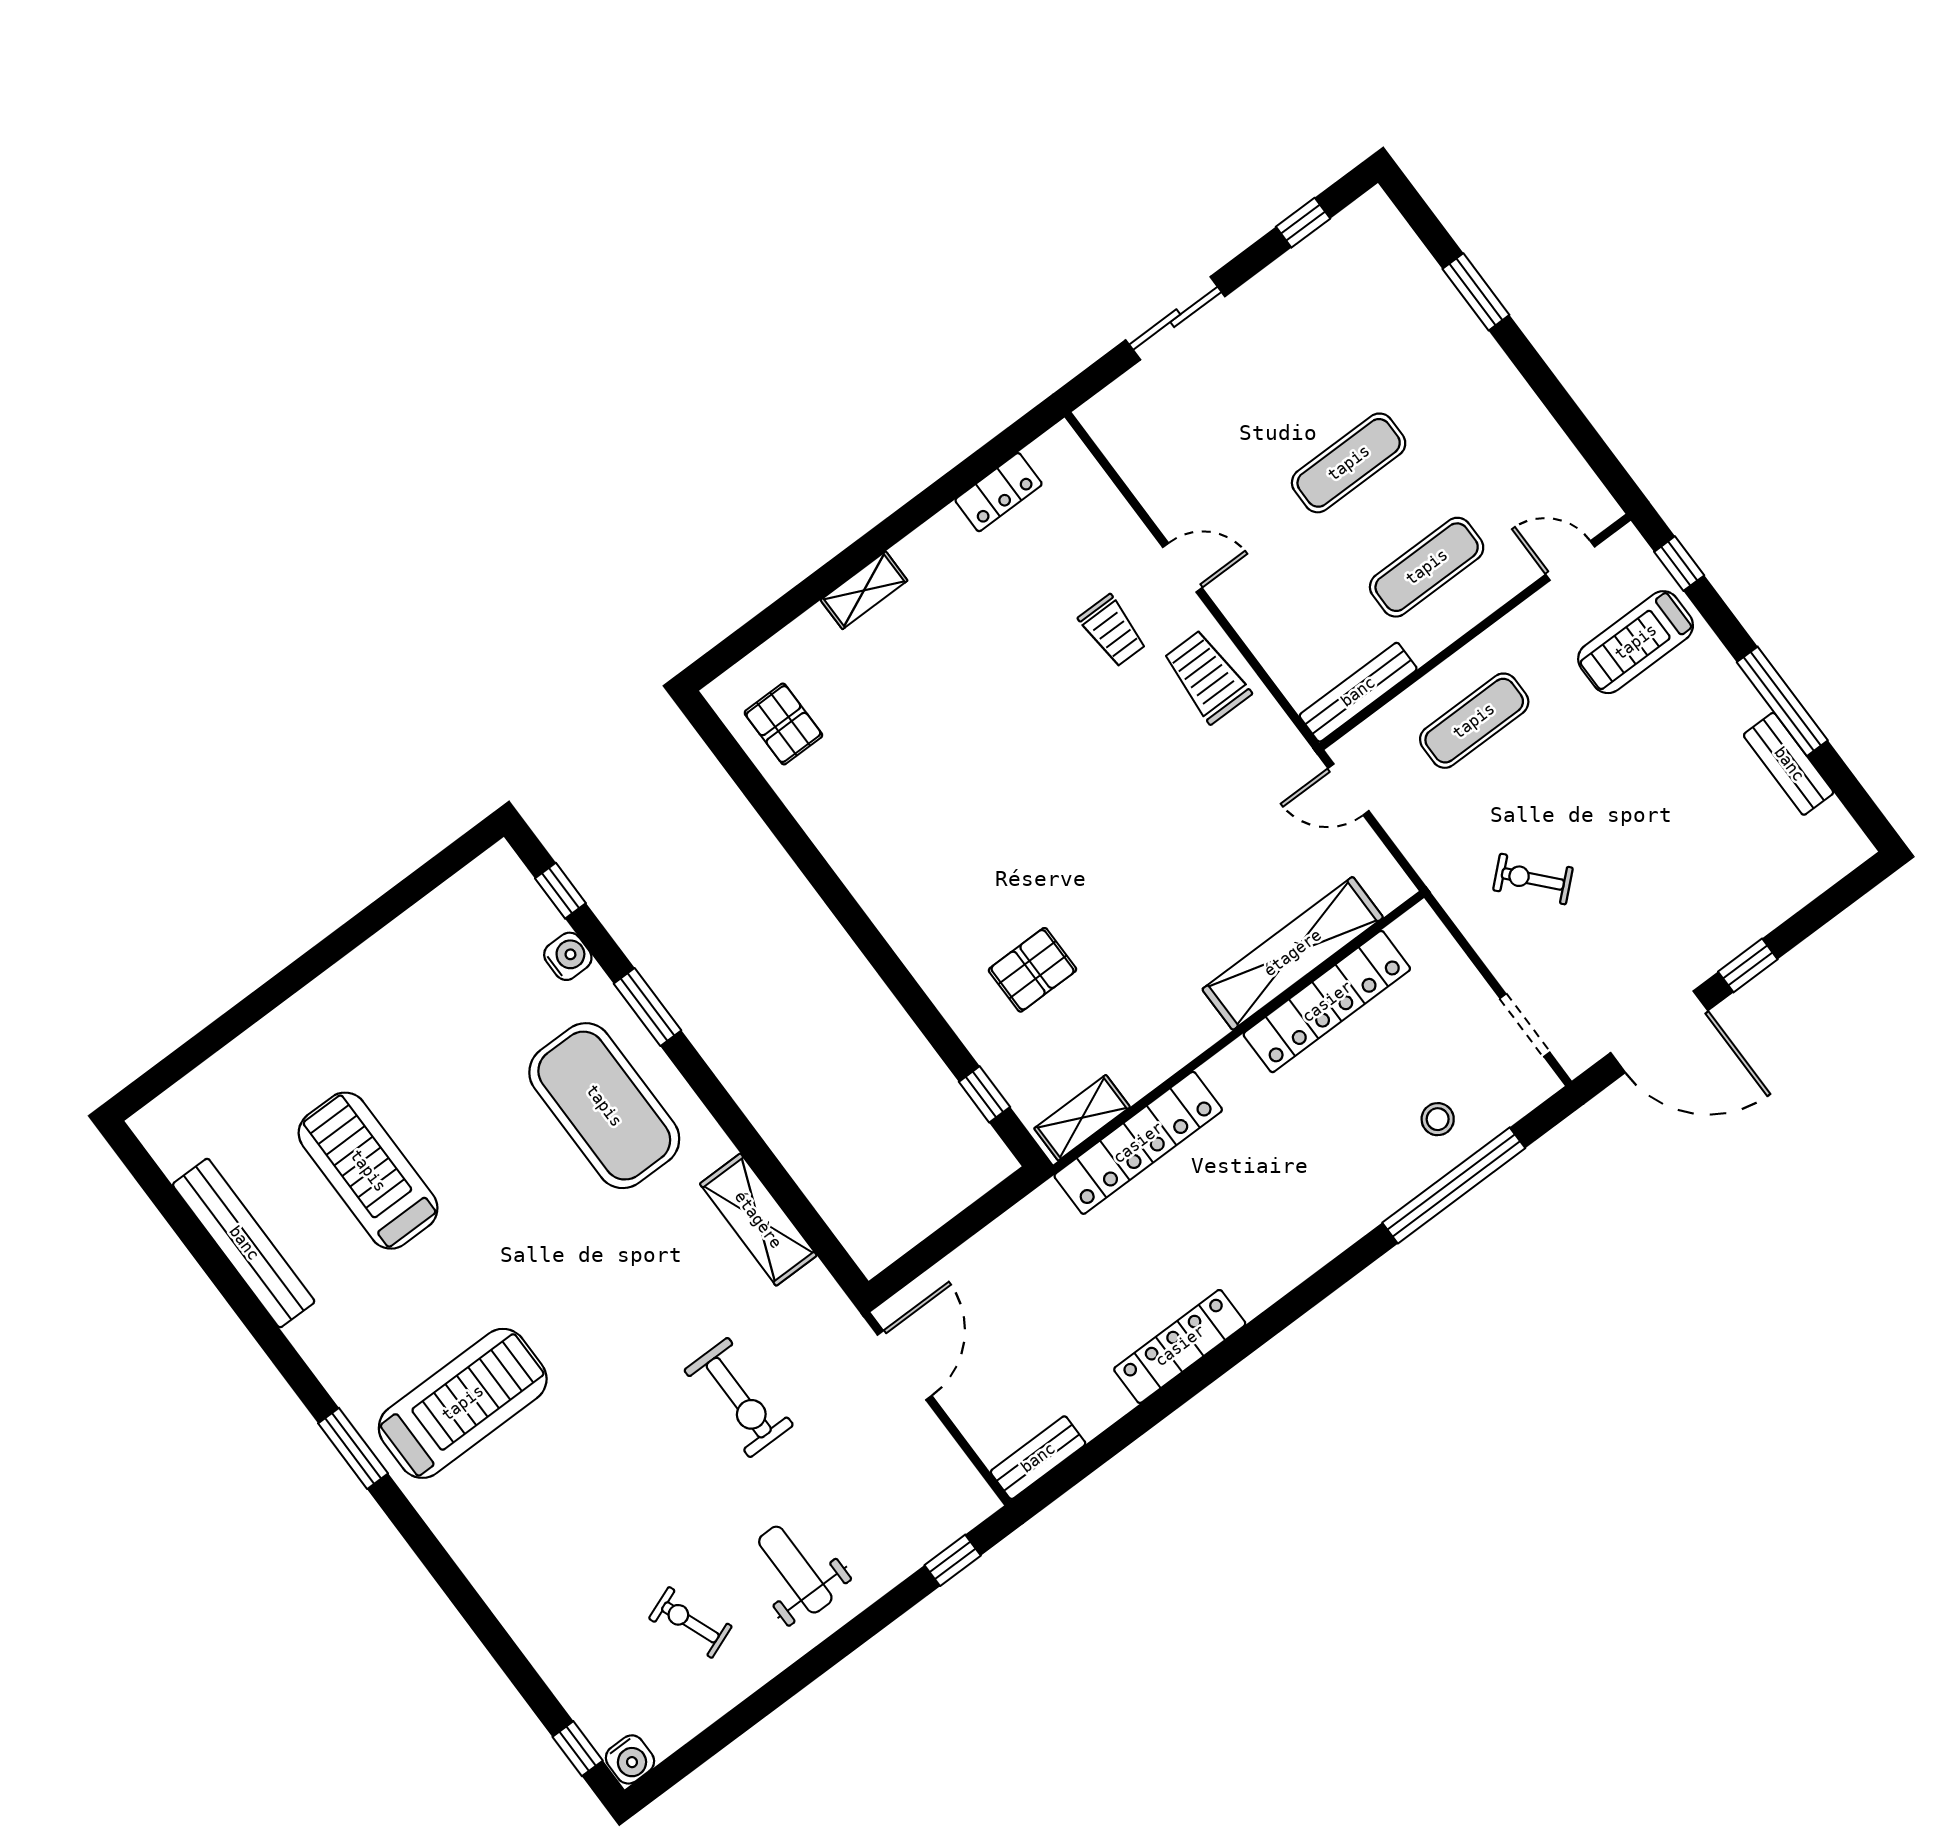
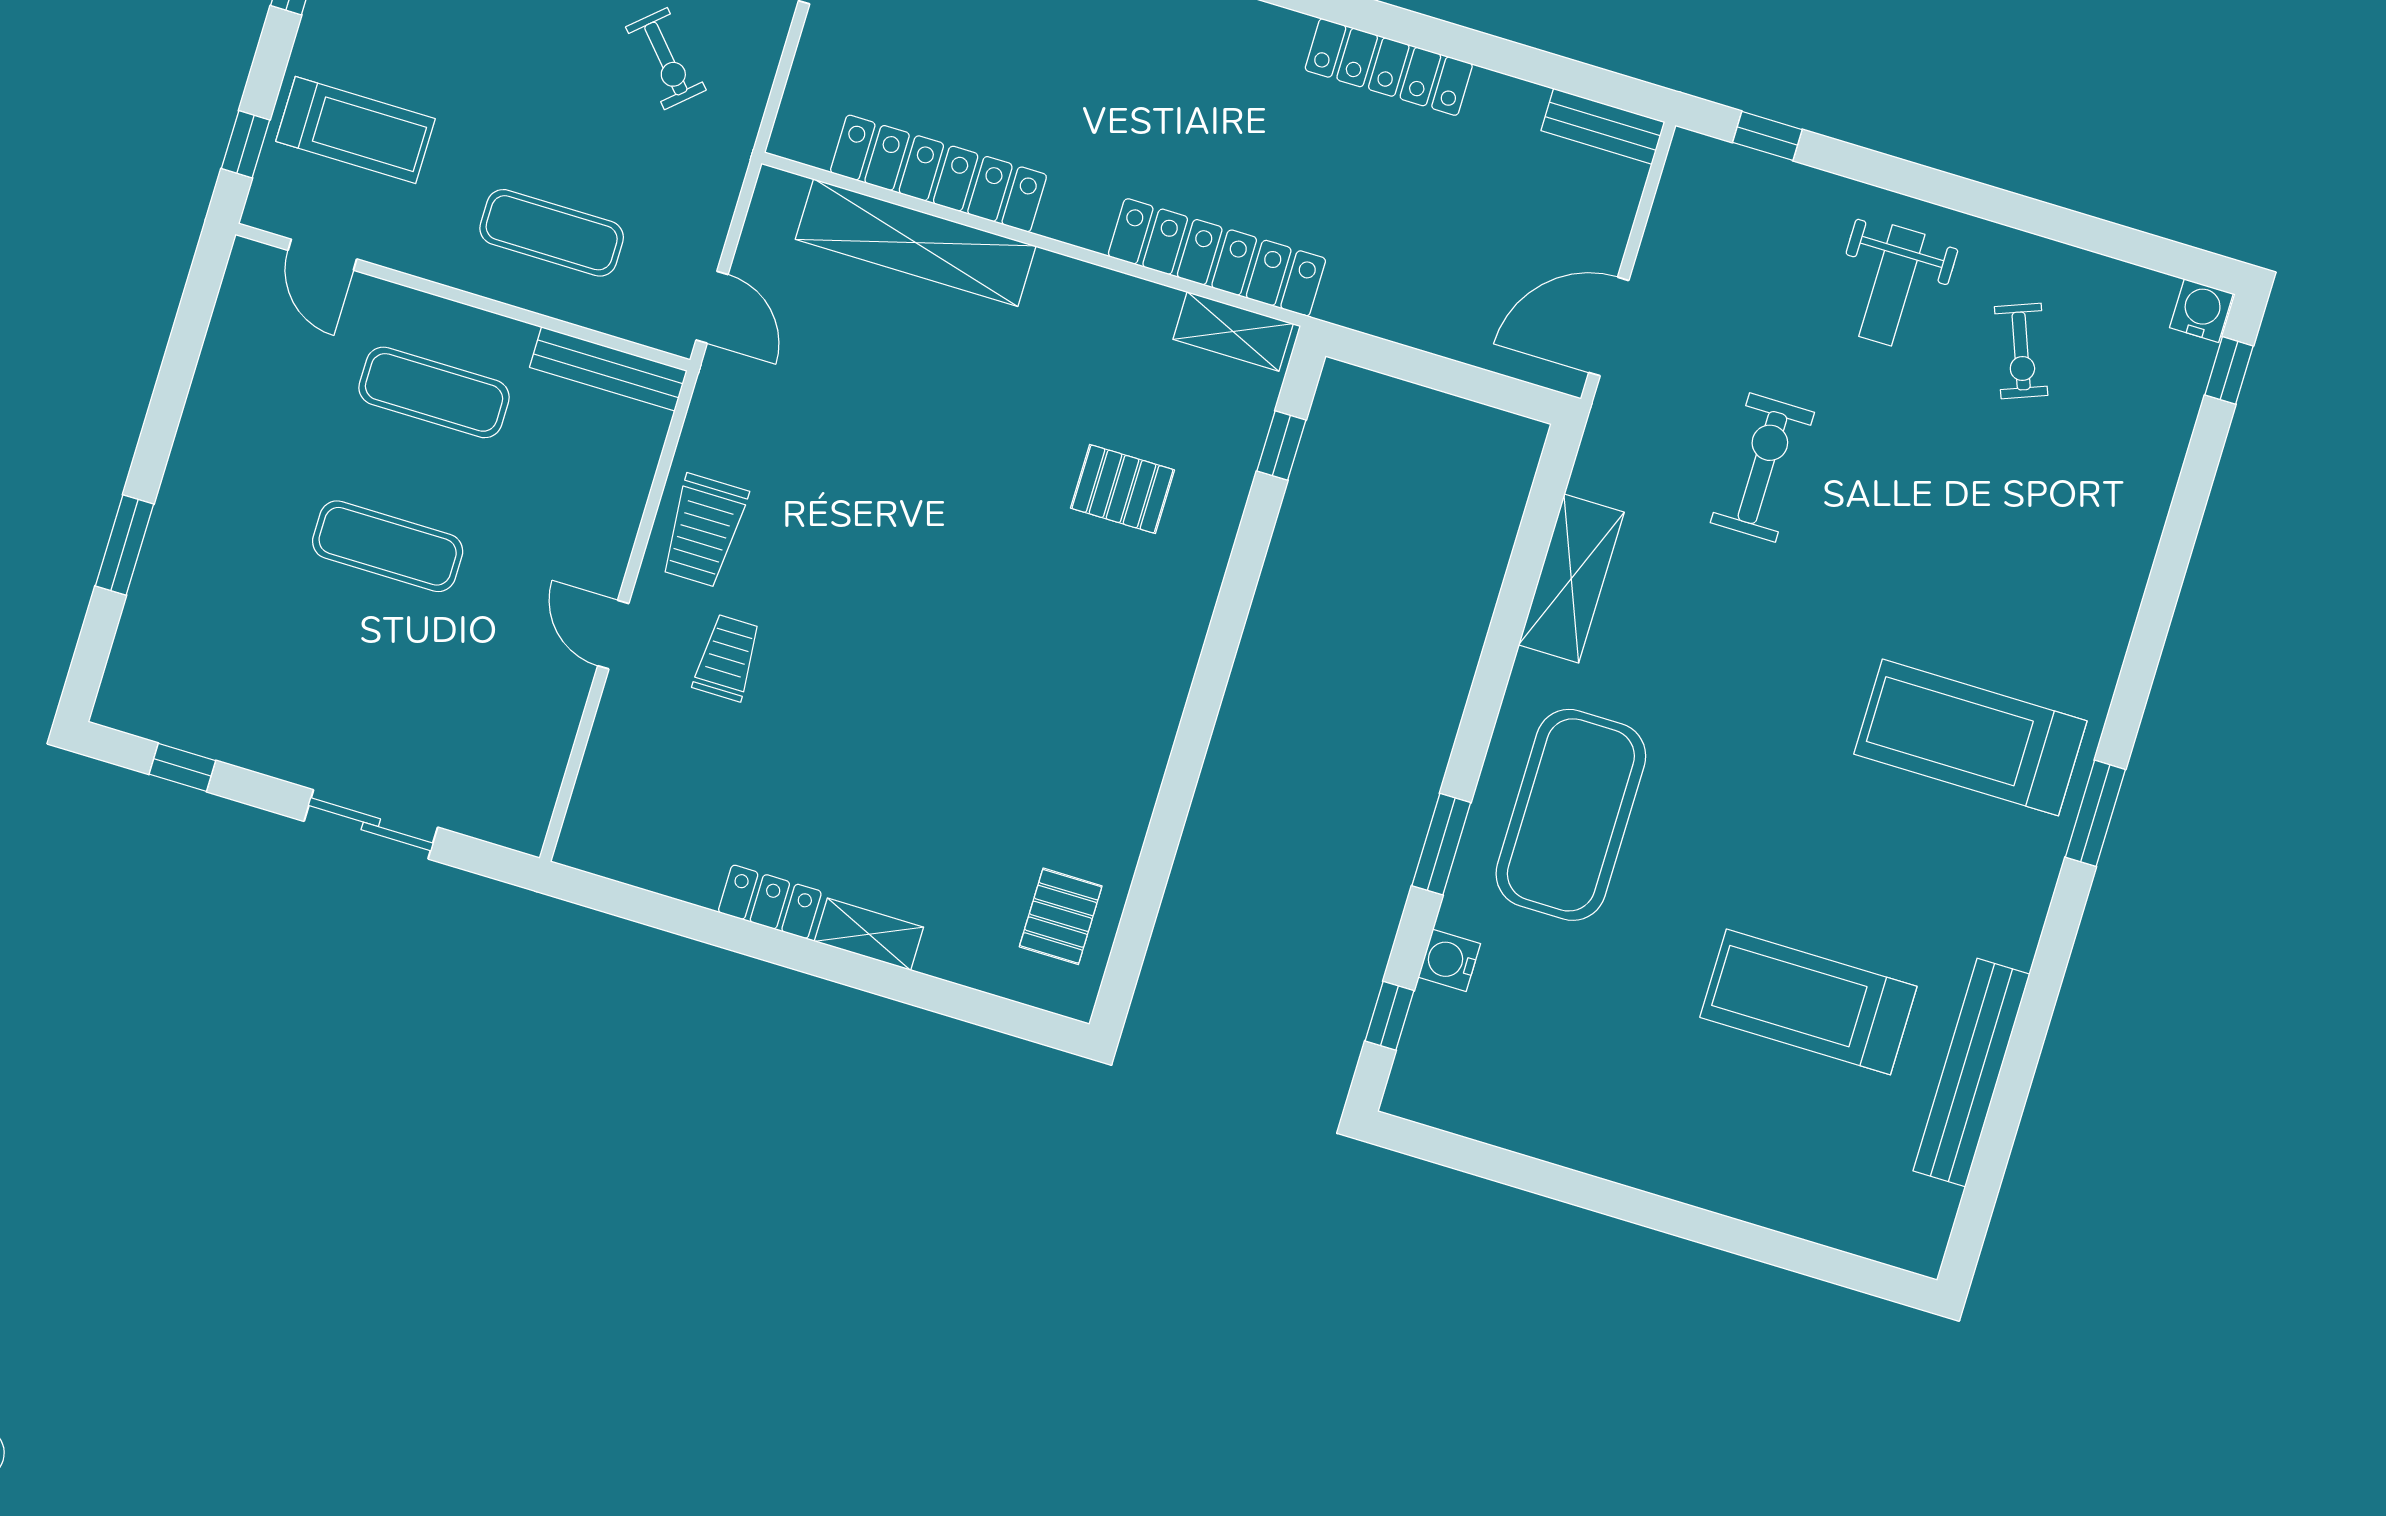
locker: (999, 492) -> (770, 902), moved
treadmill: (368, 1171) -> (1808, 1002), turned 90

